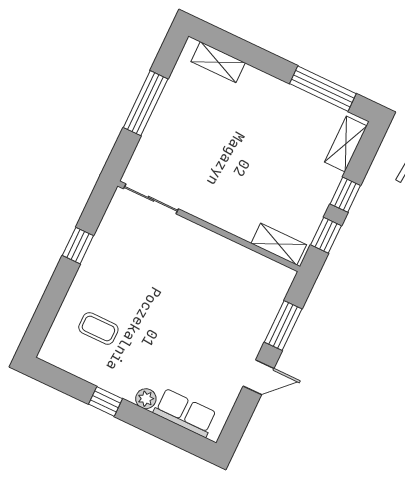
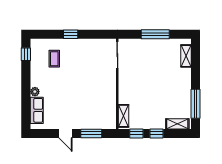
window: (78, 246) -> (71, 34), moved
window: (105, 401) -> (26, 54), moved

